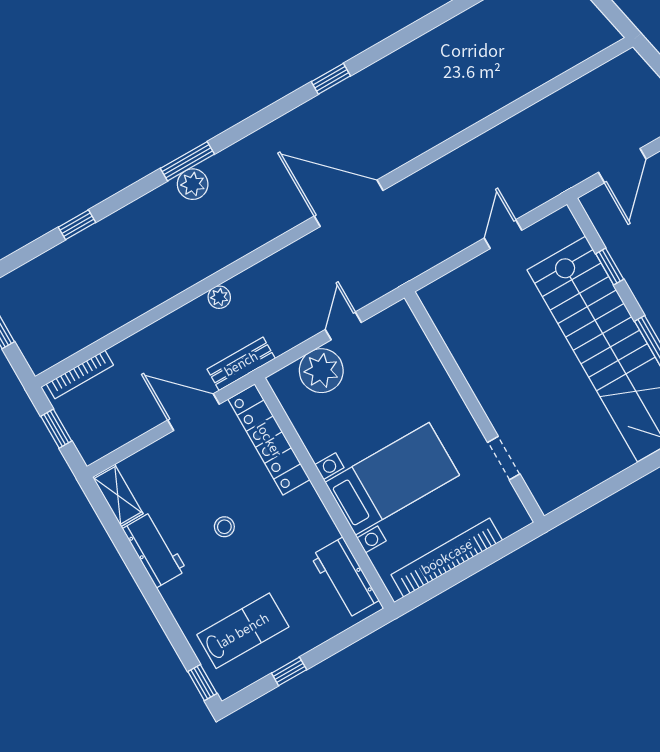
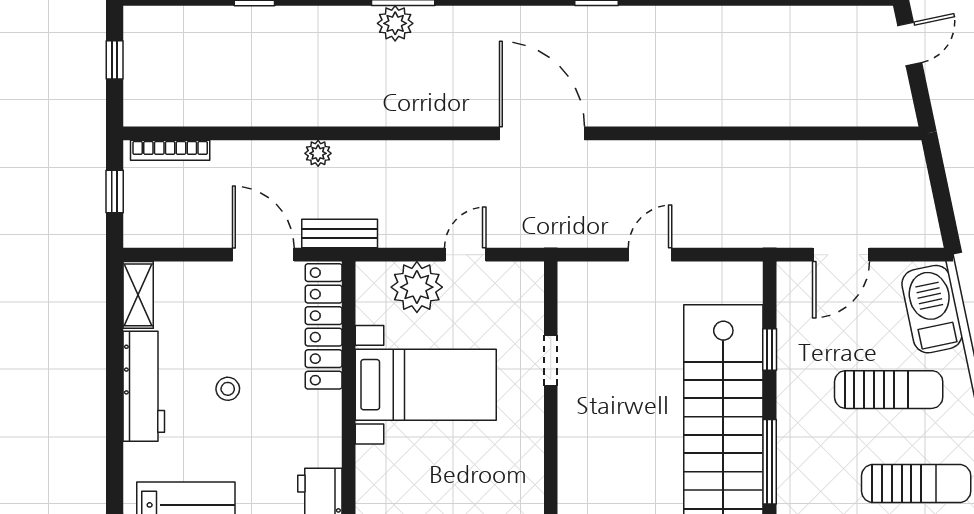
door: (503, 234) -> (650, 255), moved
plant: (219, 297) -> (318, 153), moved
doorway: (504, 458) -> (551, 360), moved
bed with nightstands: (392, 479) -> (426, 385), moved
workbench: (155, 549) -> (144, 386), width x1.38

